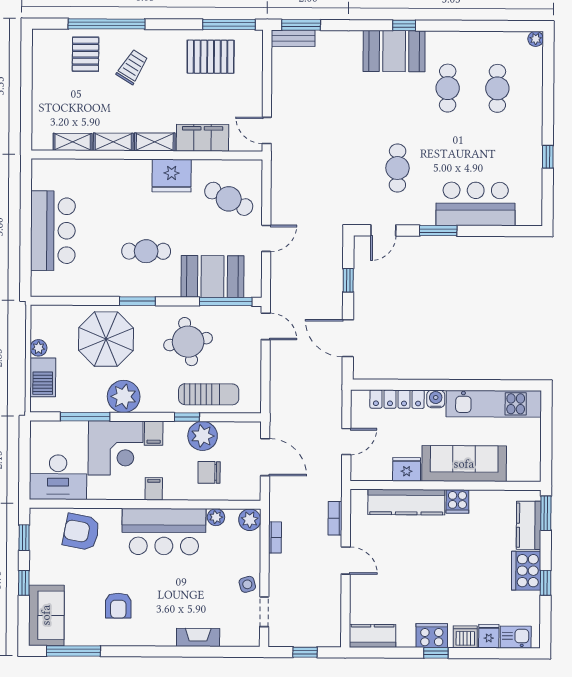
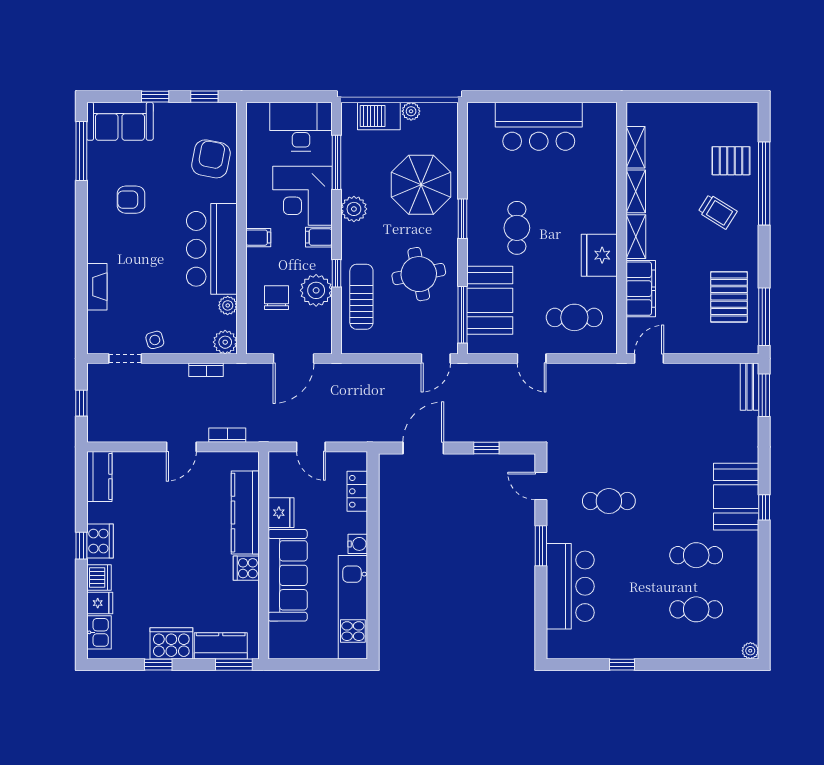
cafe table: (229, 199) -> (574, 317), turned 63
sun lounger: (209, 394) -> (361, 297), turned 180
plant: (124, 396) -> (354, 209), width x0.73, depth x0.73
locker: (397, 399) -> (357, 491), width x0.66
desk: (58, 477) -> (301, 127), moved, turned 90

